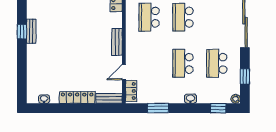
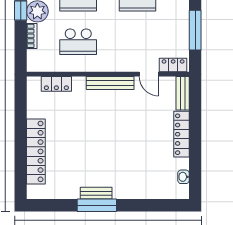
window: (22, 32) -> (97, 205), width x2.17
bench: (117, 42) -> (110, 83), width x1.36
window: (158, 108) -> (195, 30), width x1.44

